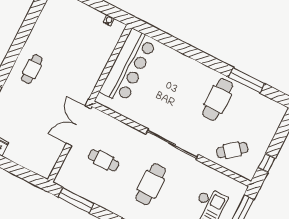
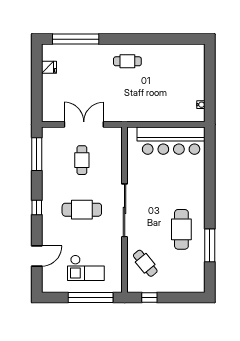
cafe table: (218, 99) -> (181, 229), turned 90
double door: (78, 126) -> (84, 124), moved

